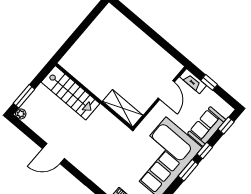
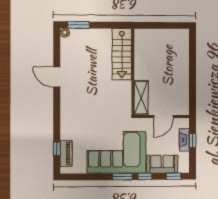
fireplace: (193, 81) -> (184, 140), moved
stairs: (70, 93) -> (122, 54), moved
wall: (94, 96) -> (133, 72), moved
shelving: (123, 108) -> (141, 98), moved

